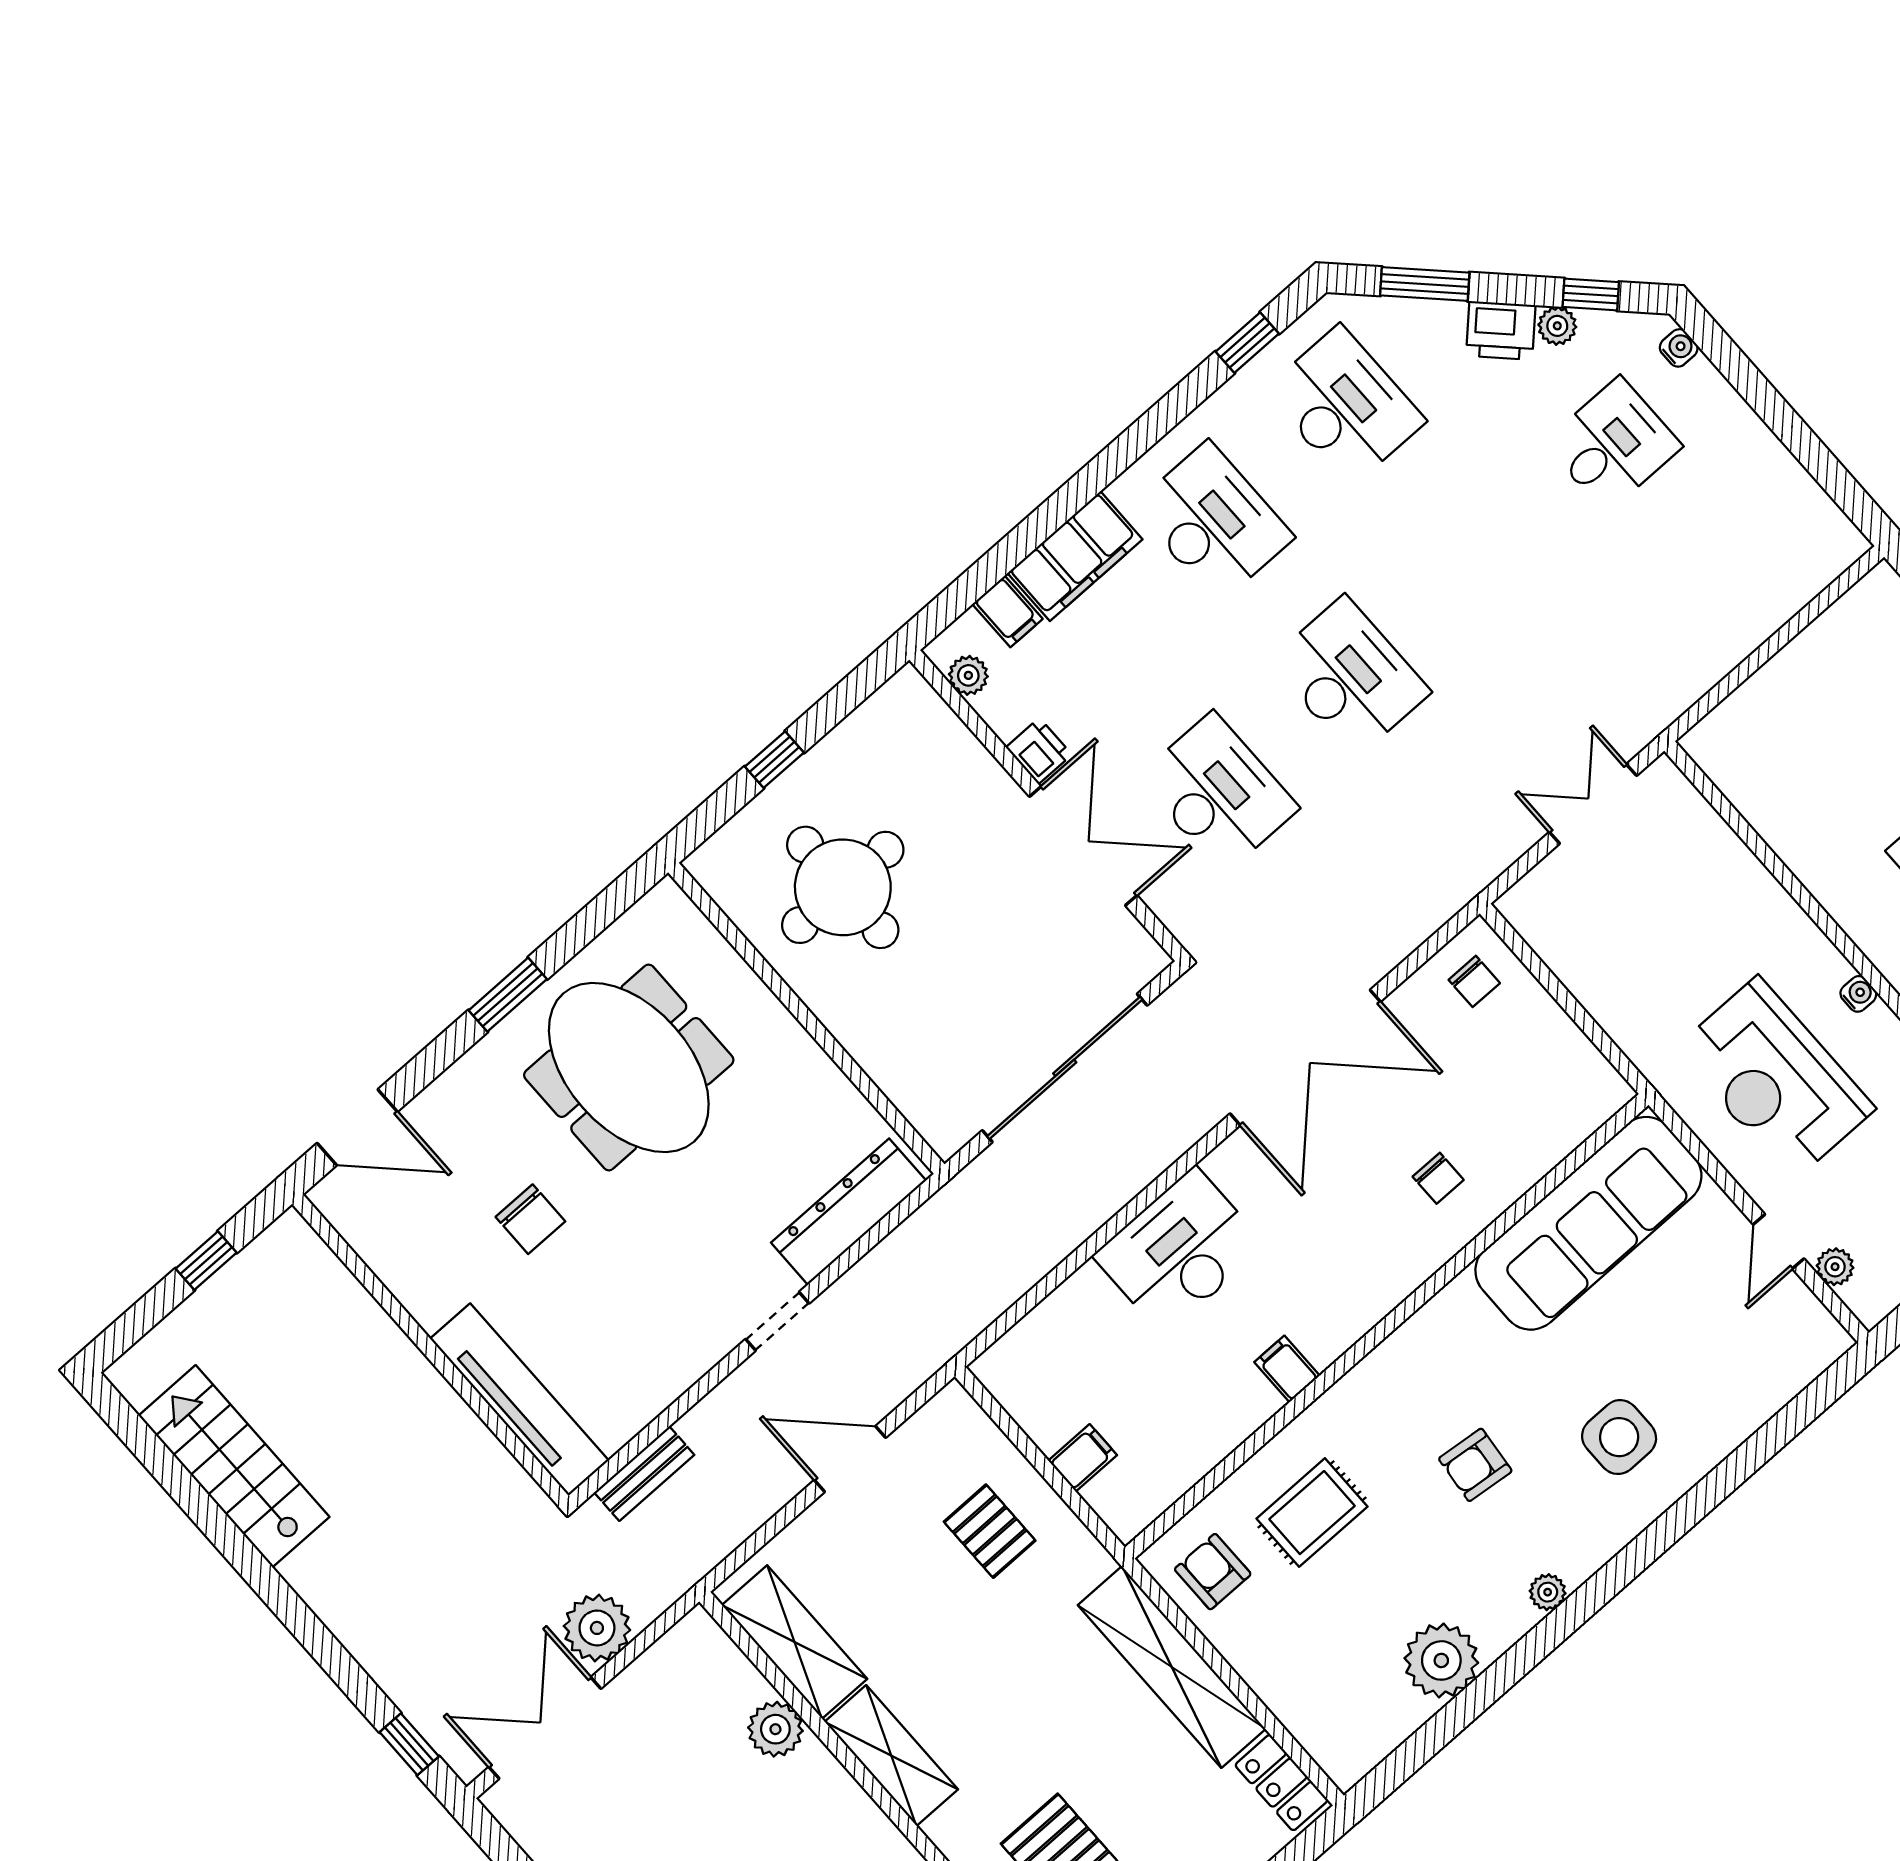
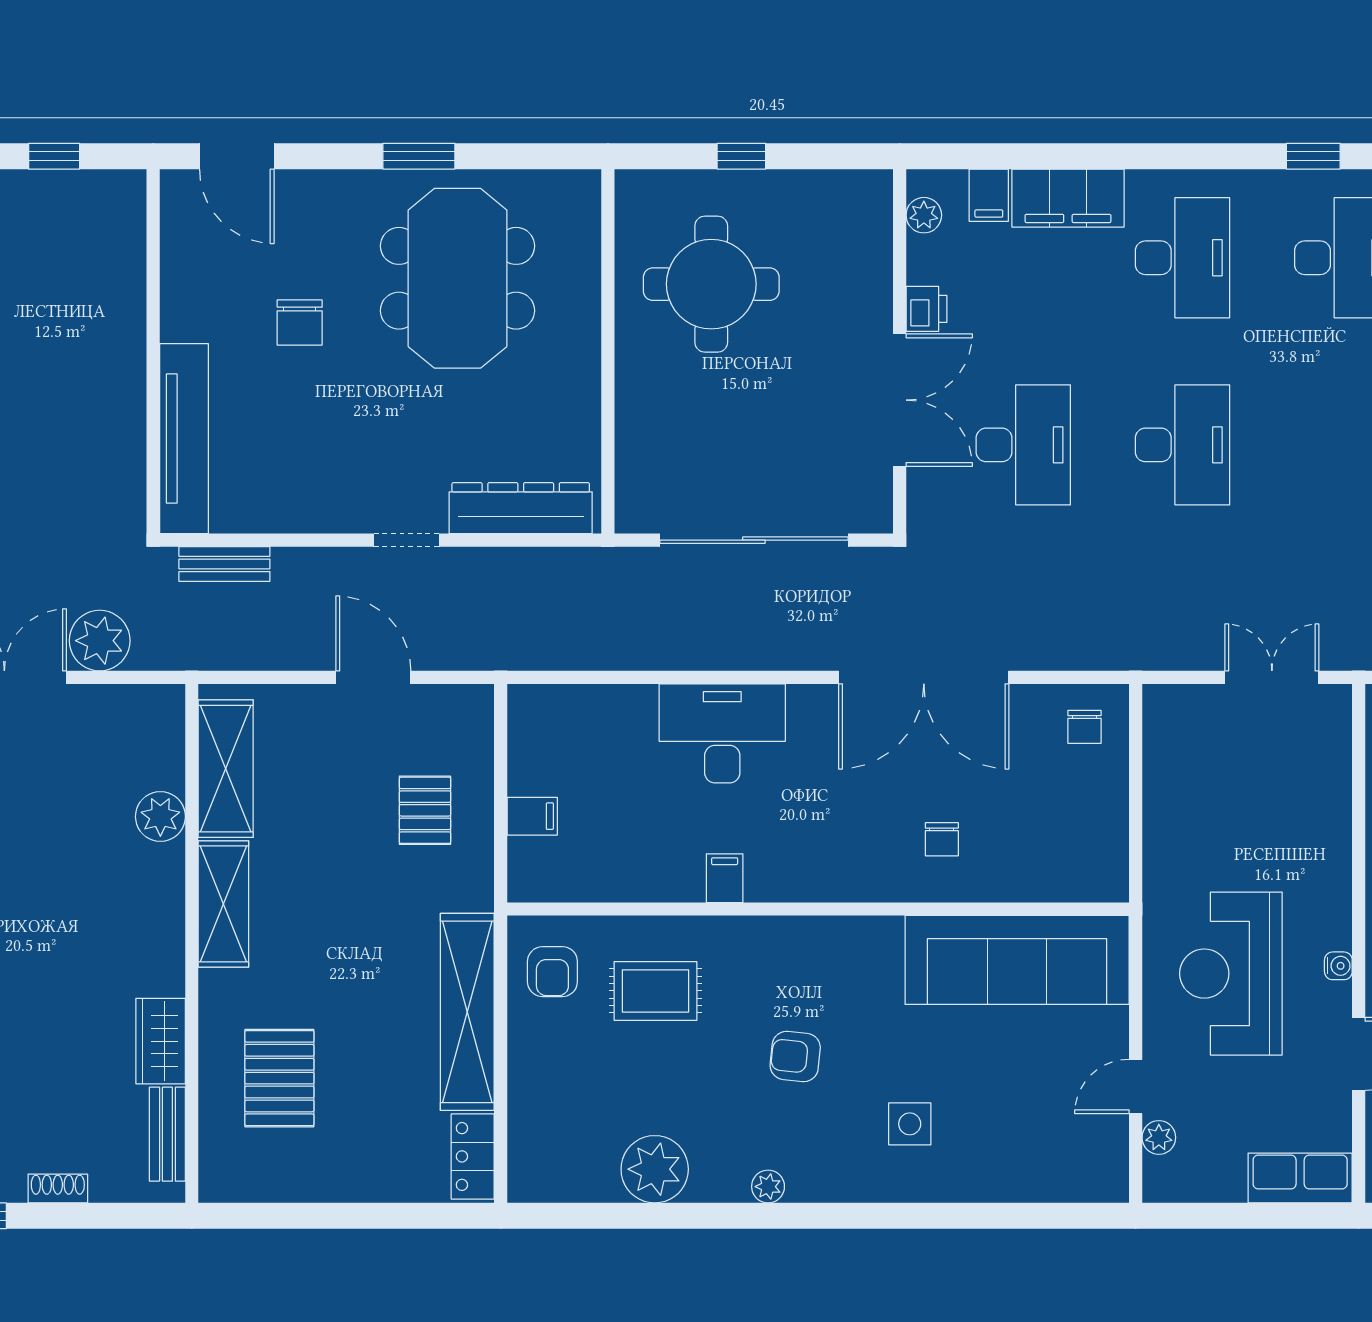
side table: (1619, 1437) -> (910, 1124), width x0.73, depth x0.73
armchair: (1213, 1572) -> (552, 972), turned 180

